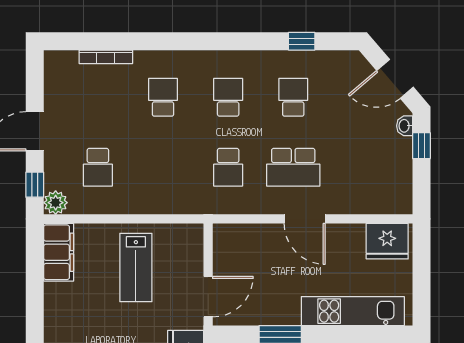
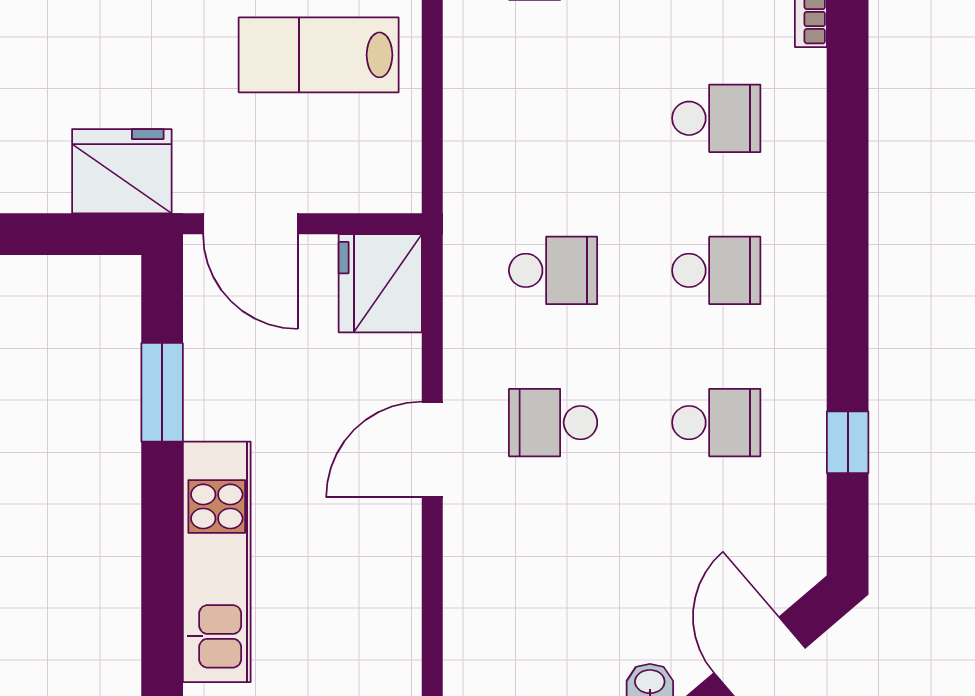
school desk: (228, 167) -> (553, 270), turned 180
school desk: (293, 167) -> (553, 423), width x0.54
fridge: (387, 241) -> (380, 283), moved

